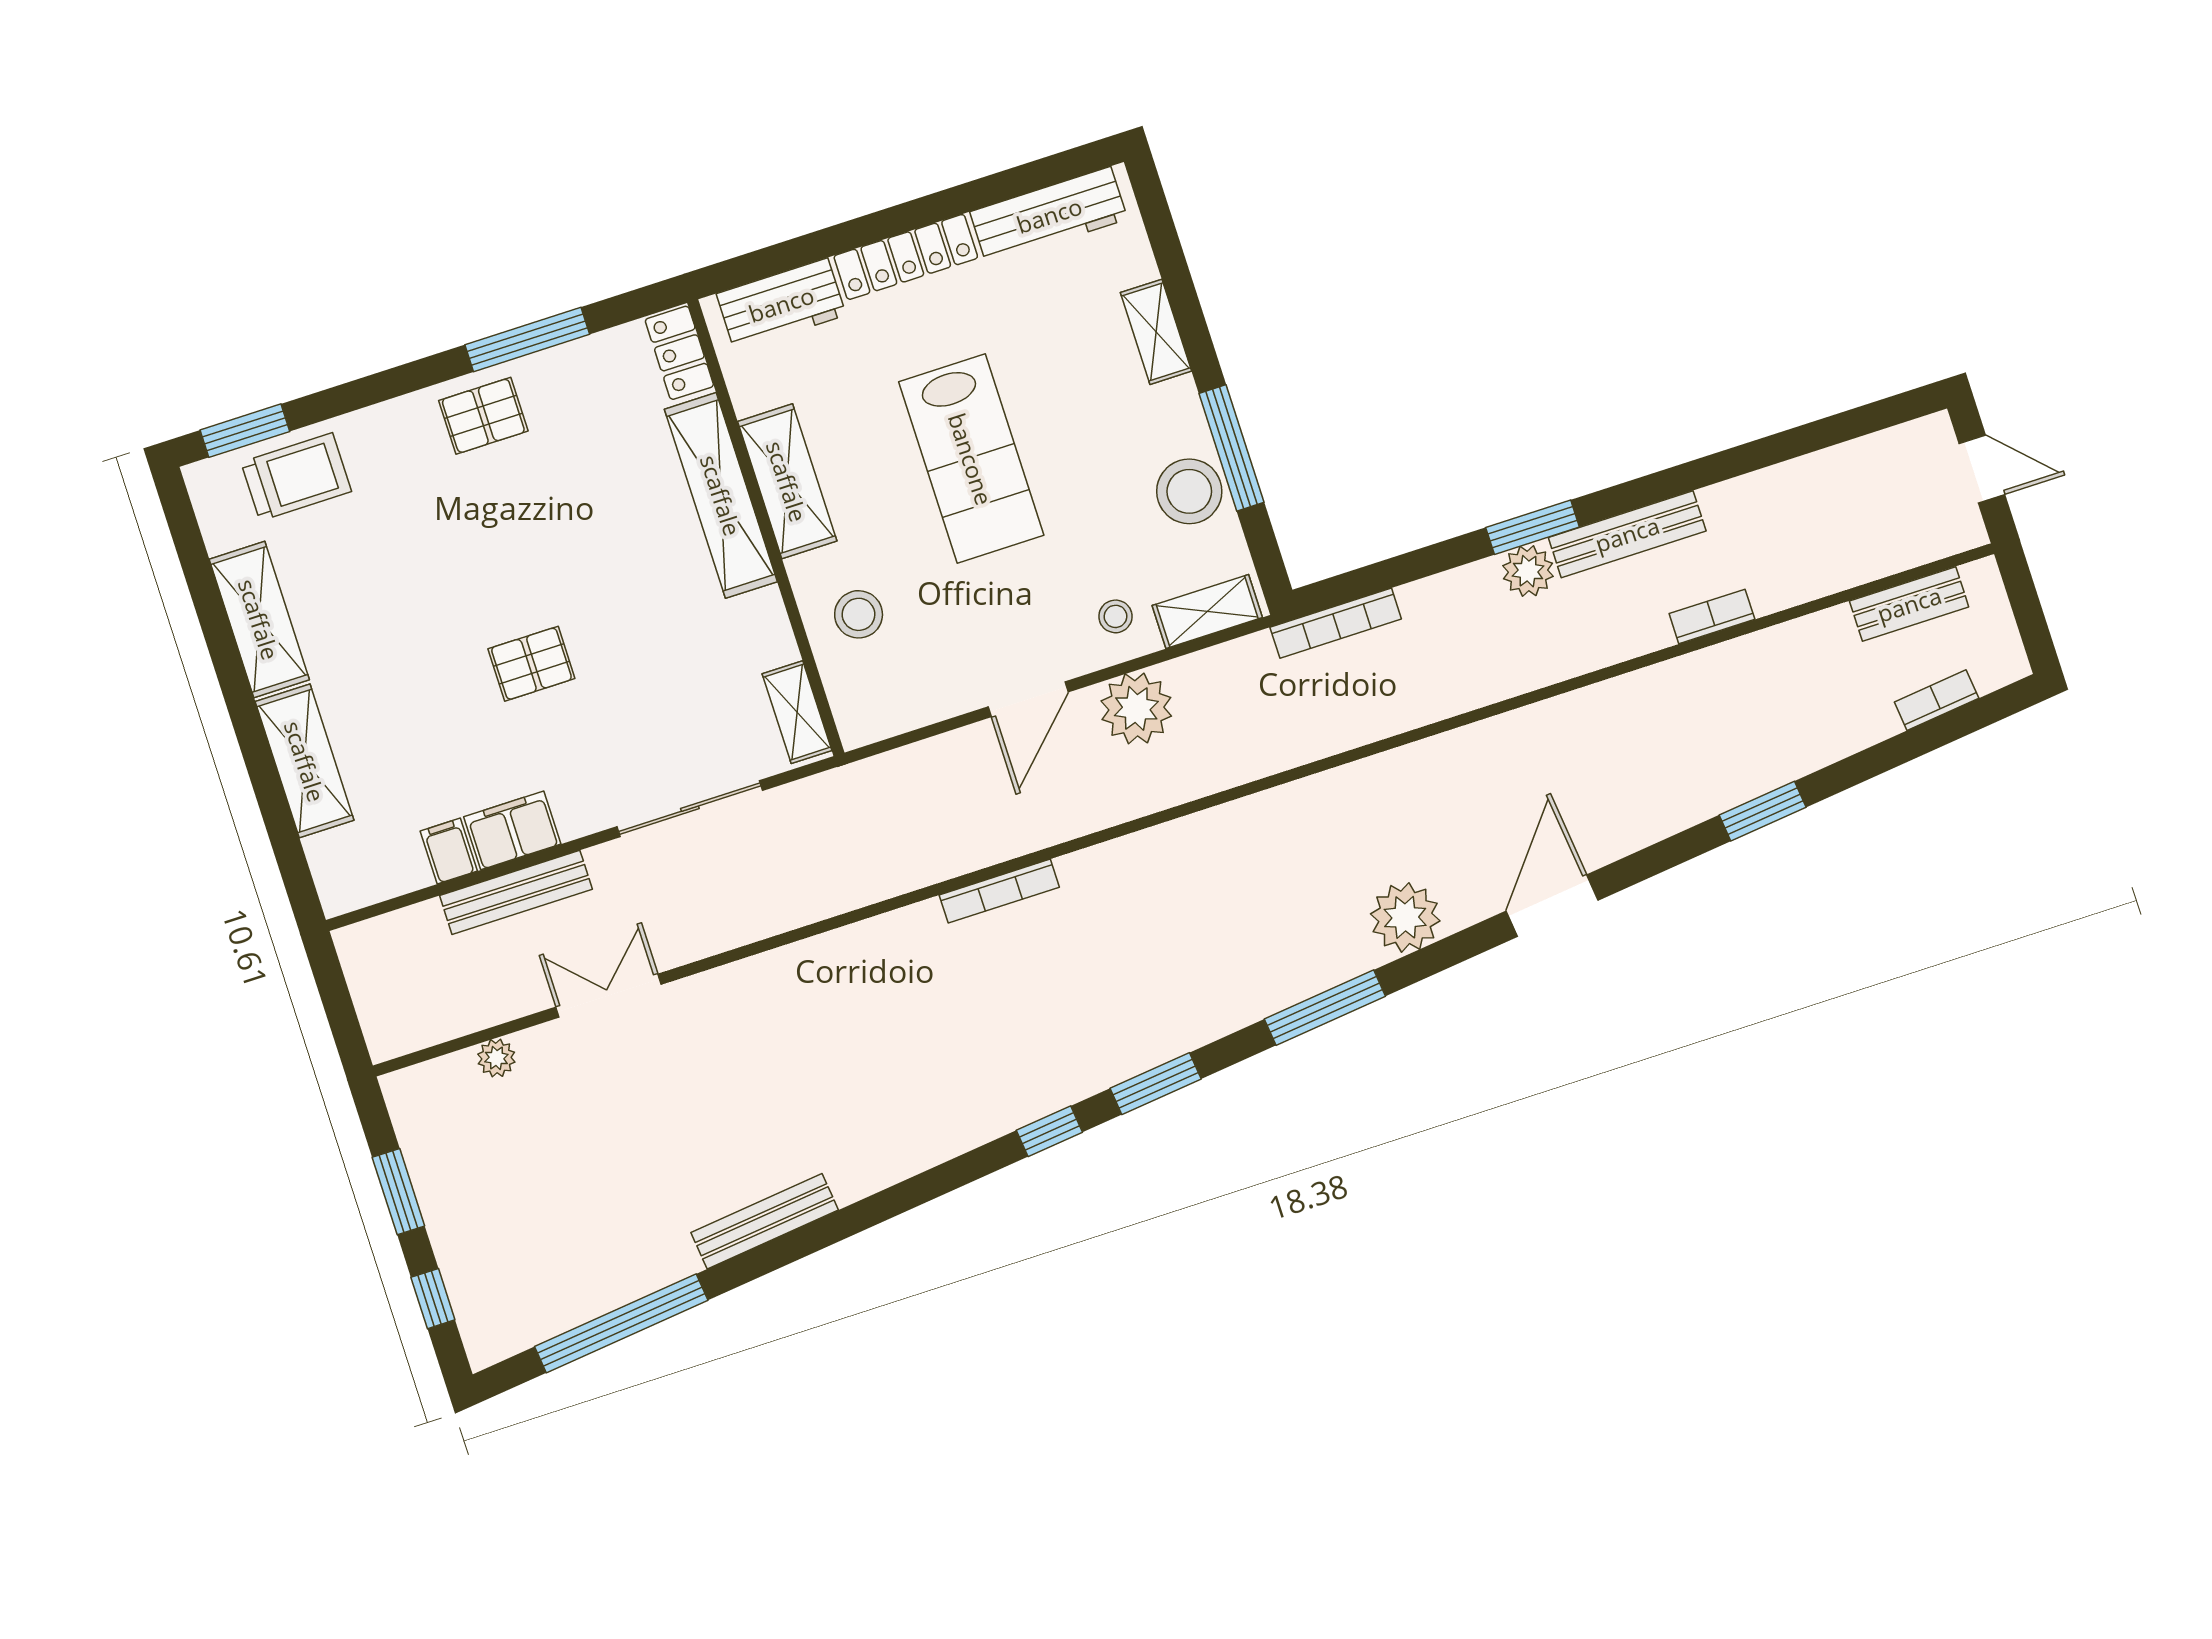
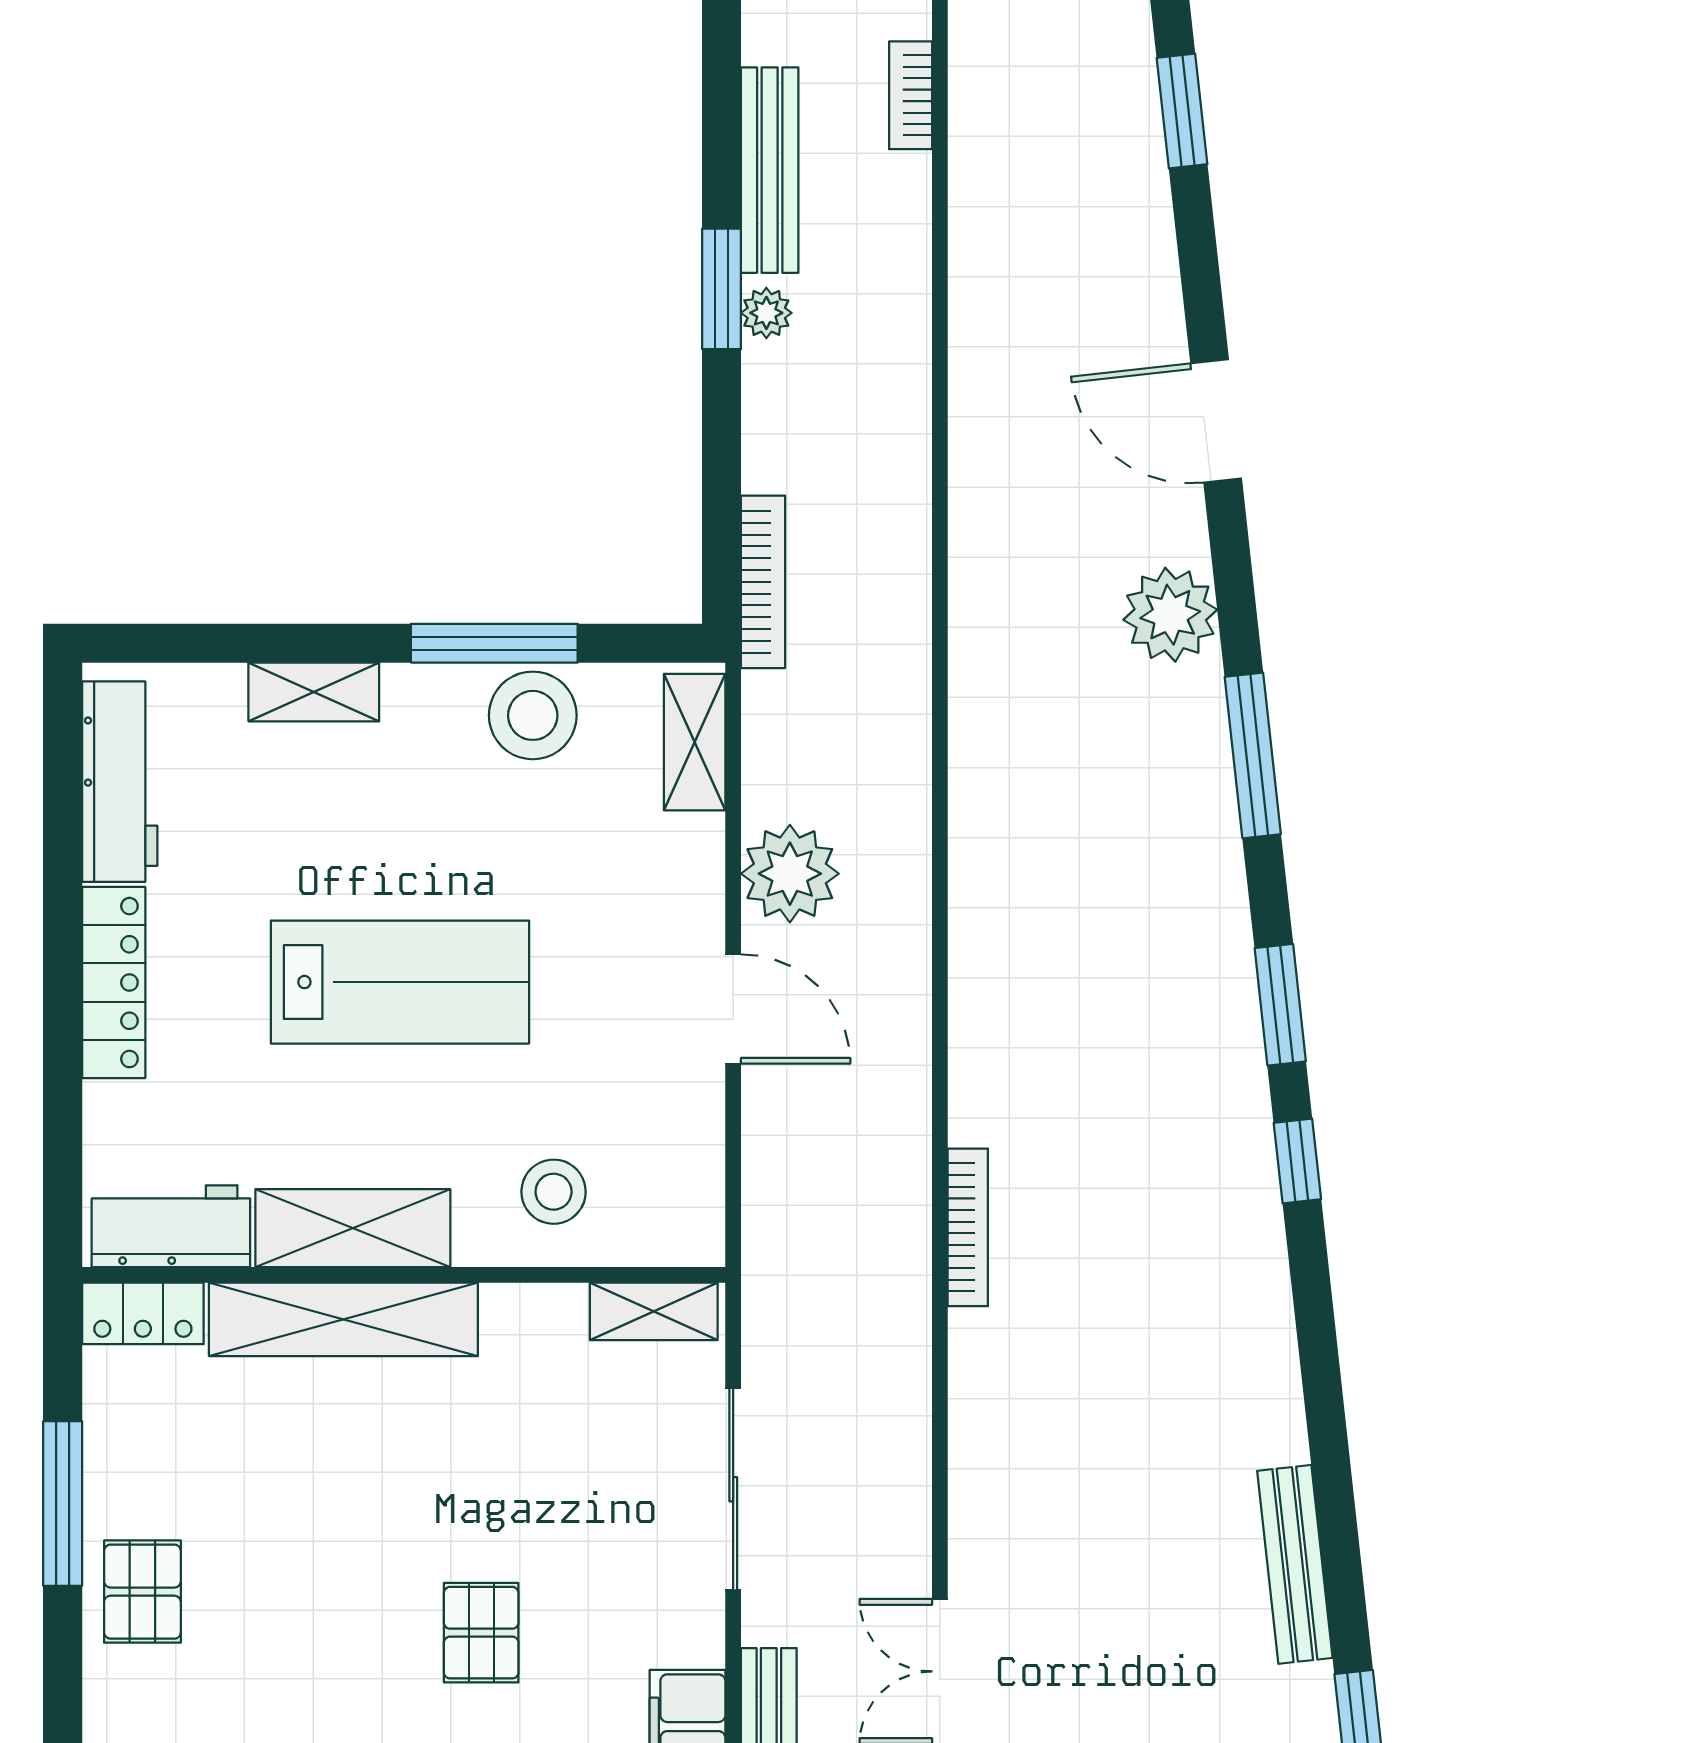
workbench: (781, 304) -> (171, 1226), moved, turned -90
plant: (1528, 571) -> (766, 313), width x0.73, depth x0.73
stool: (1115, 616) -> (663, 862), removed
bookcase: (999, 891) -> (968, 1227), moved

